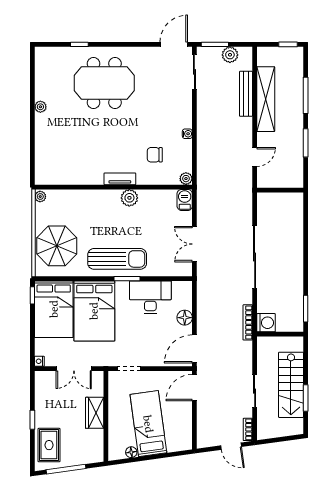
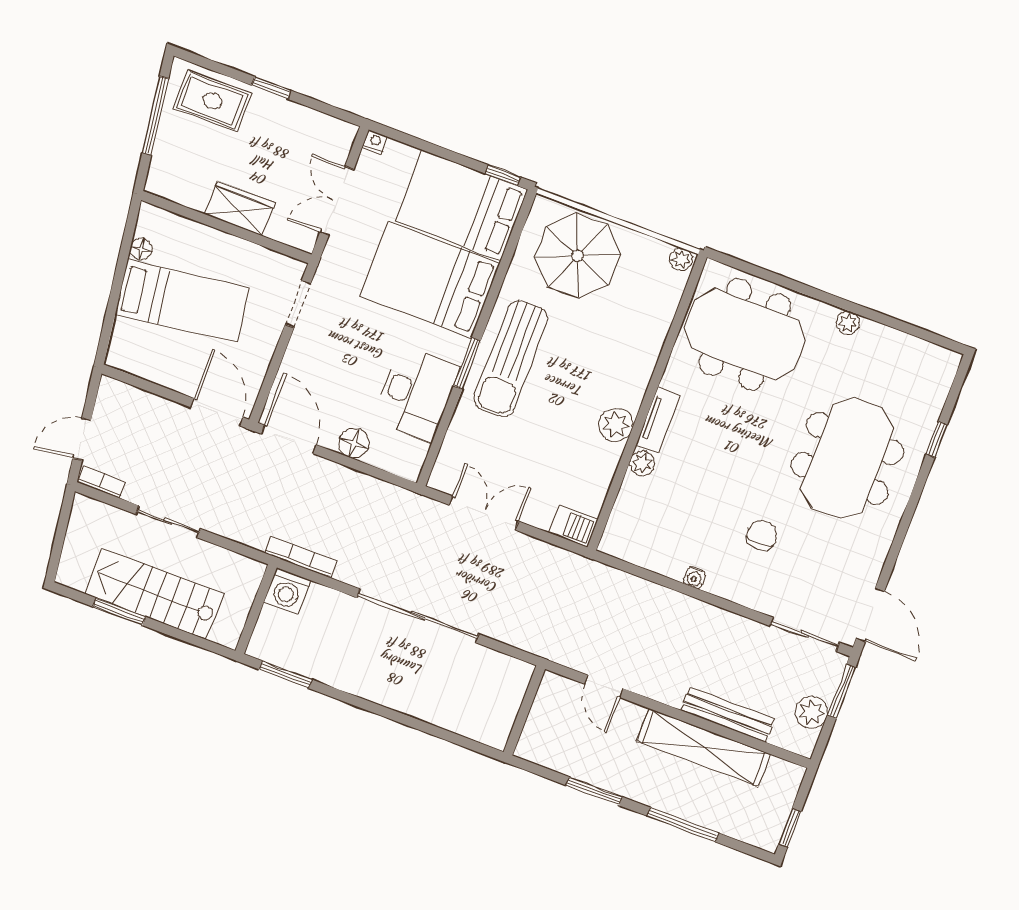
meeting table: (64, 153) -> (745, 334), added
chair: (155, 155) -> (762, 536), moved
plant: (186, 179) -> (642, 463), moved

